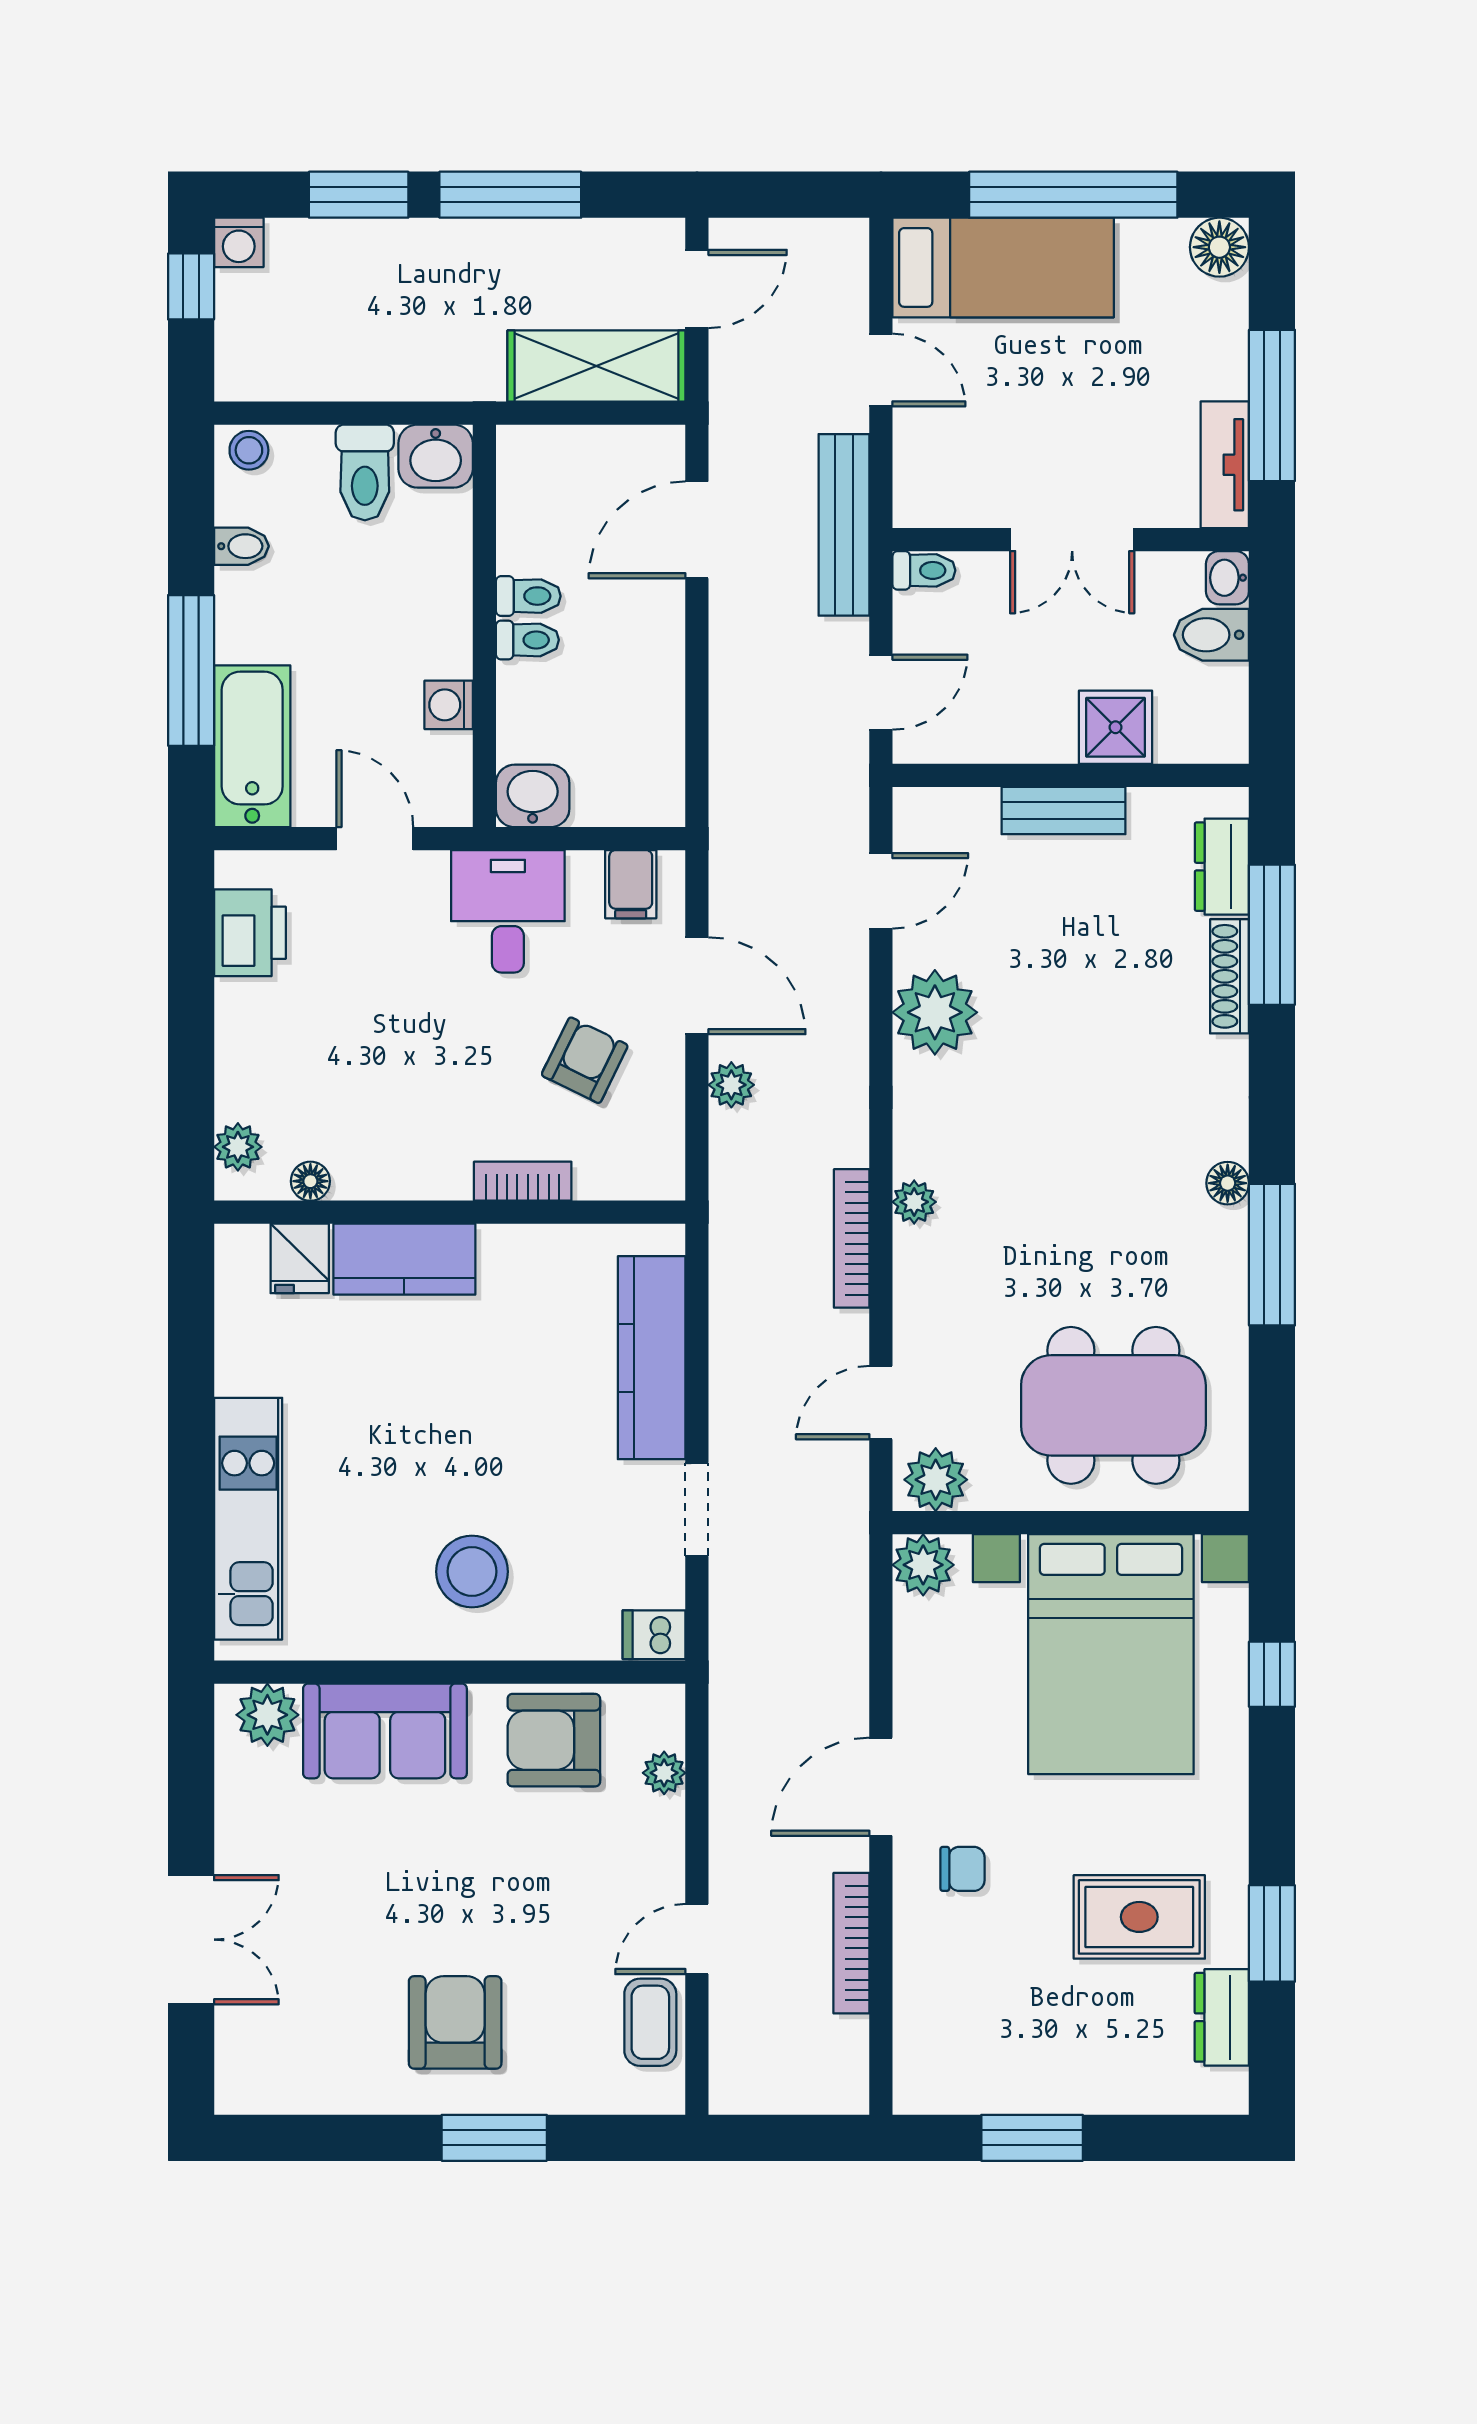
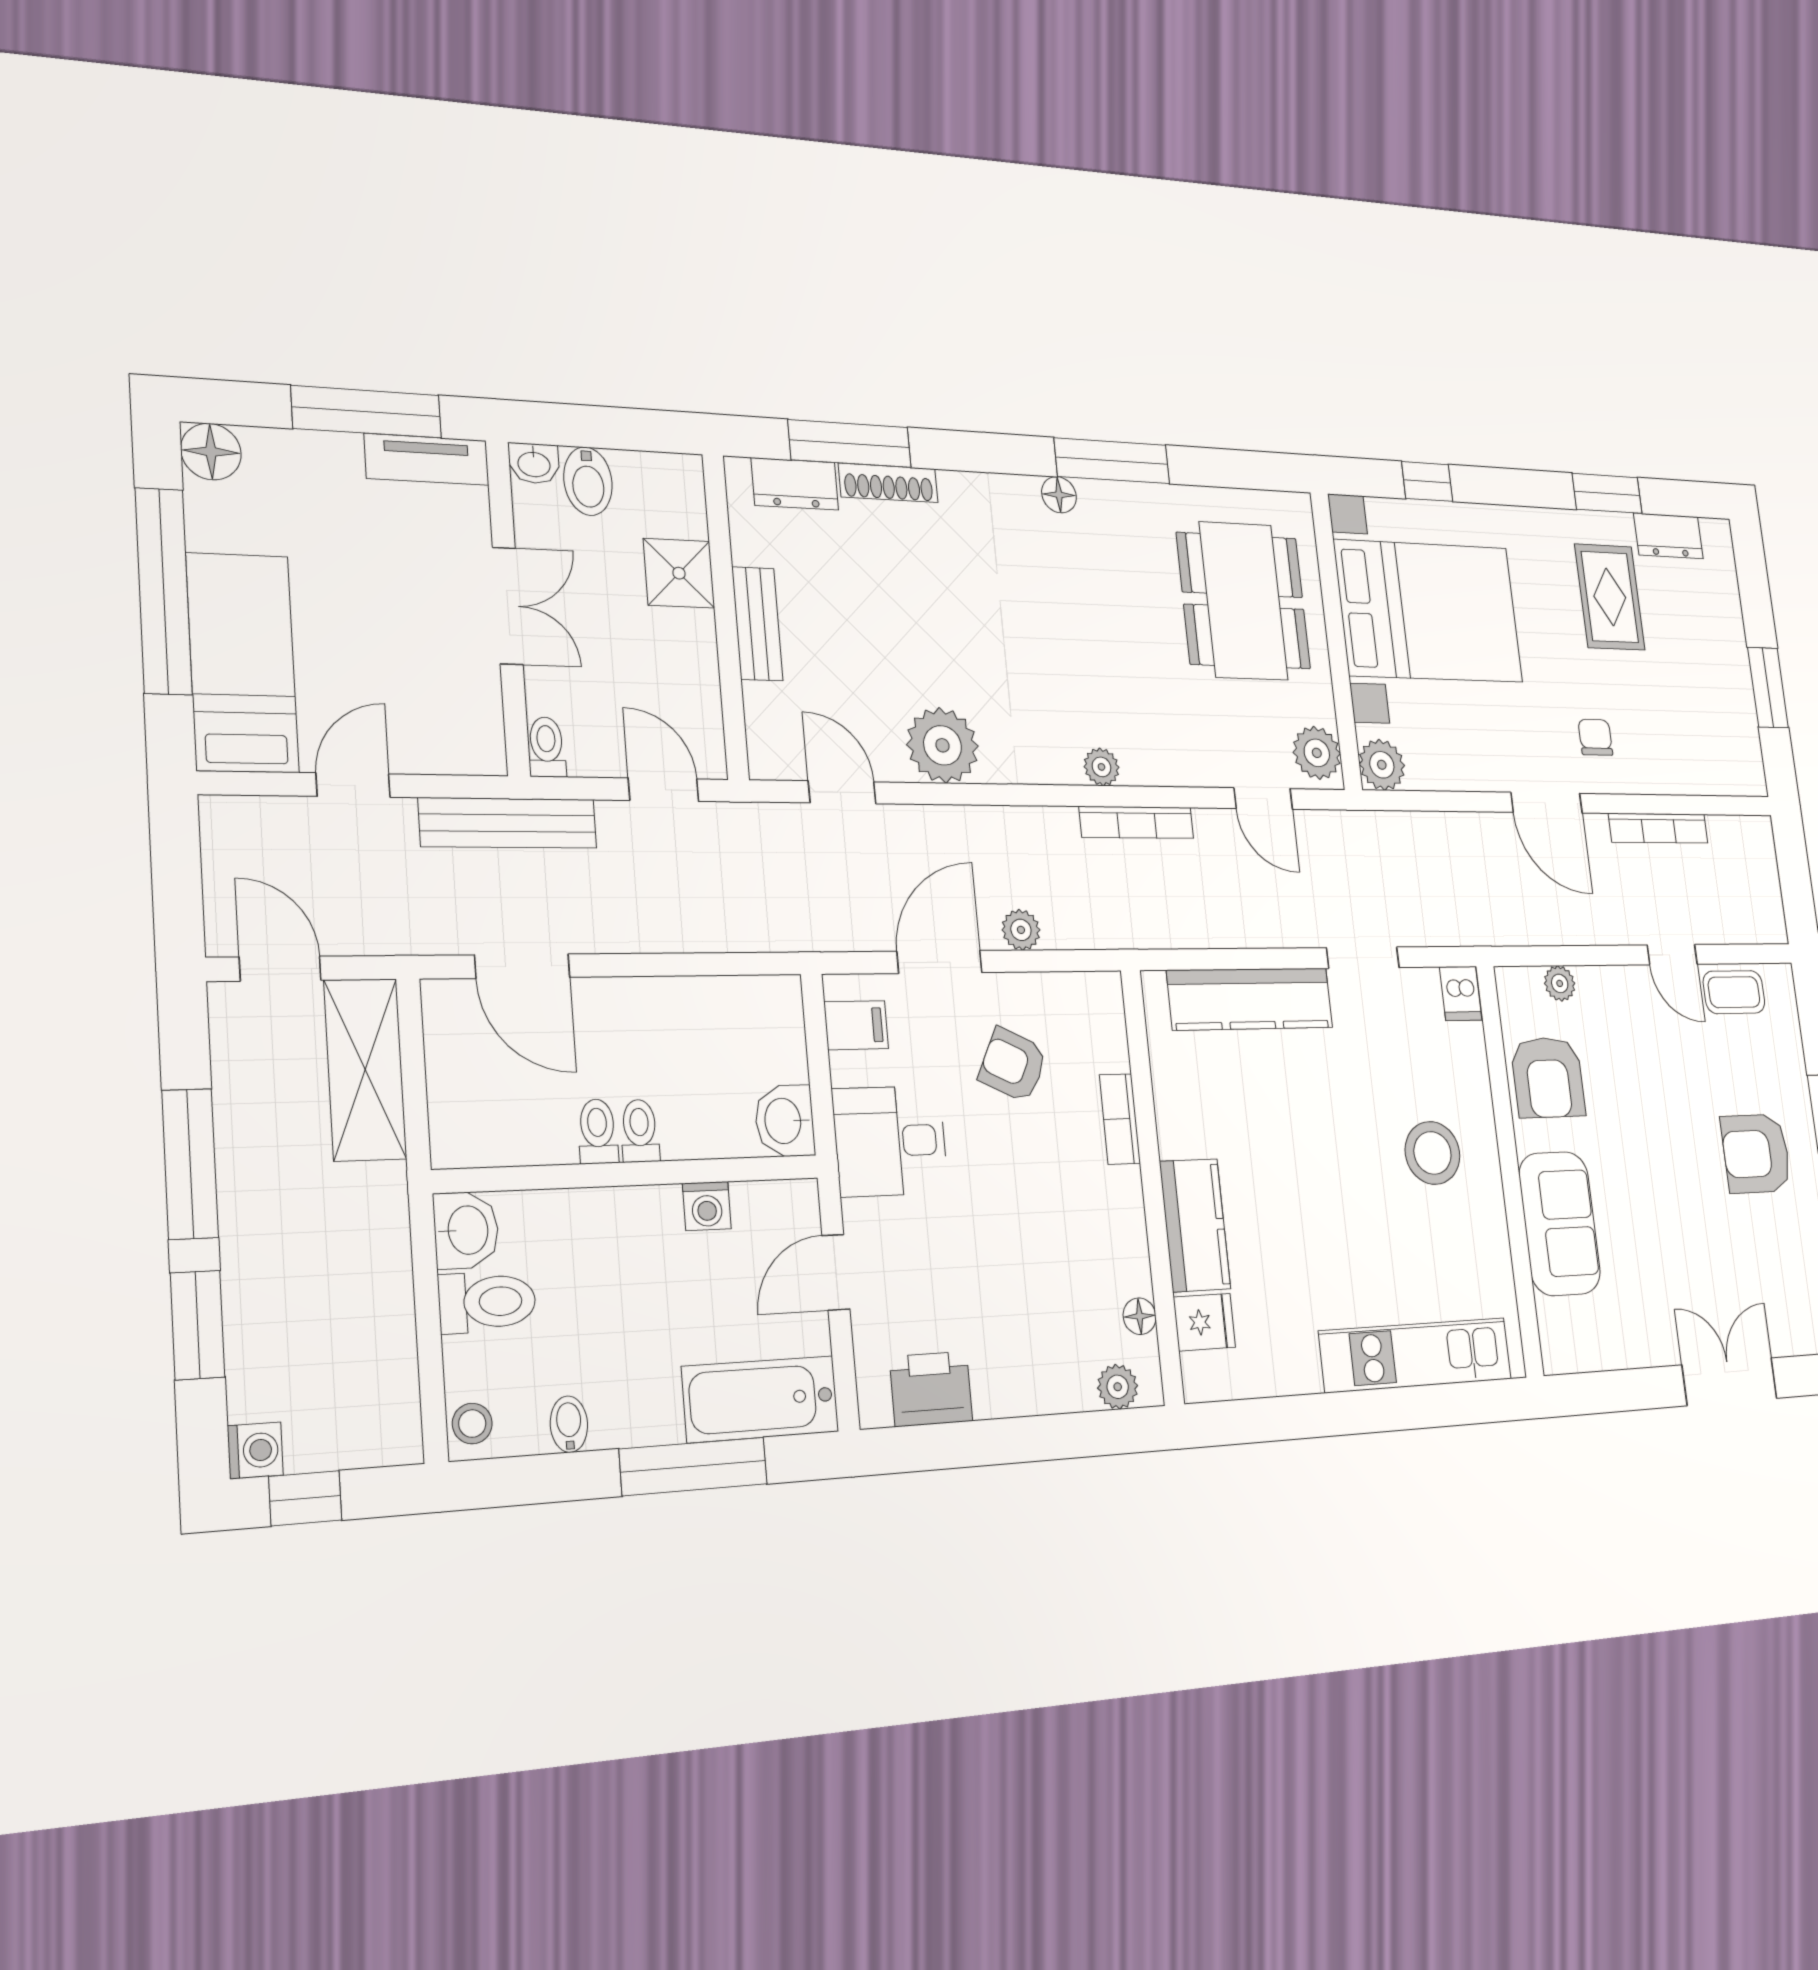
plant: (267, 1715) -> (1561, 1327), removed

